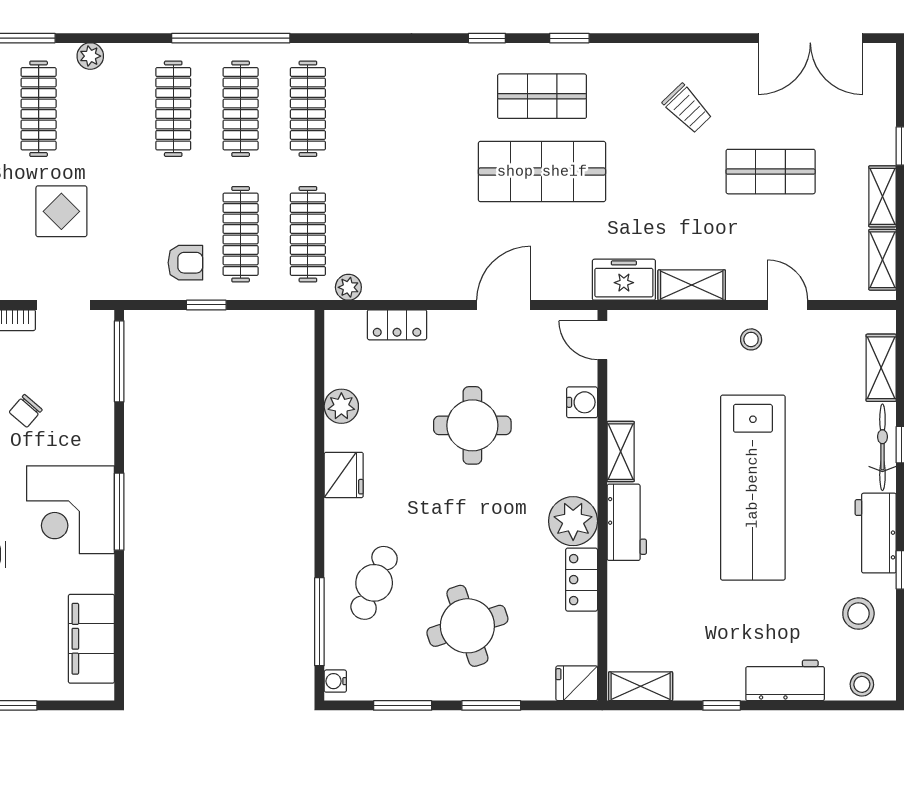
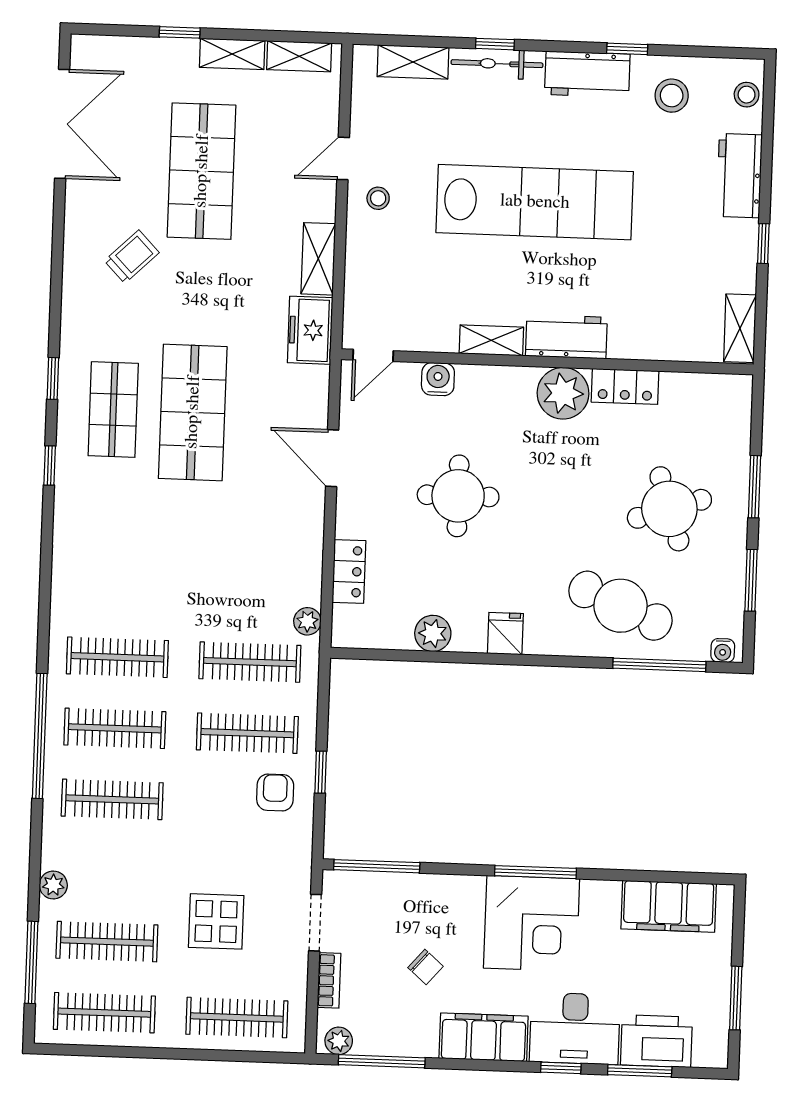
shop shelf: (771, 172) -> (202, 171), width x1.43, depth x1.36
fridge: (344, 475) -> (505, 634), width x0.72
cafe table: (374, 583) -> (621, 606), width x1.37, depth x1.35
fridge: (577, 683) -> (734, 396), removed

